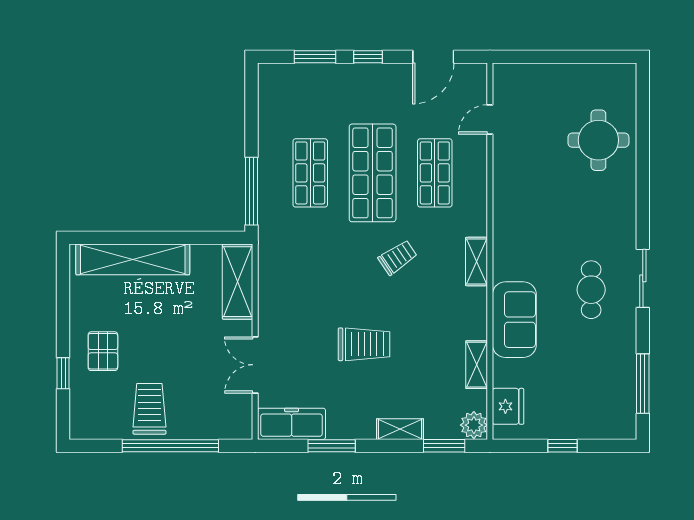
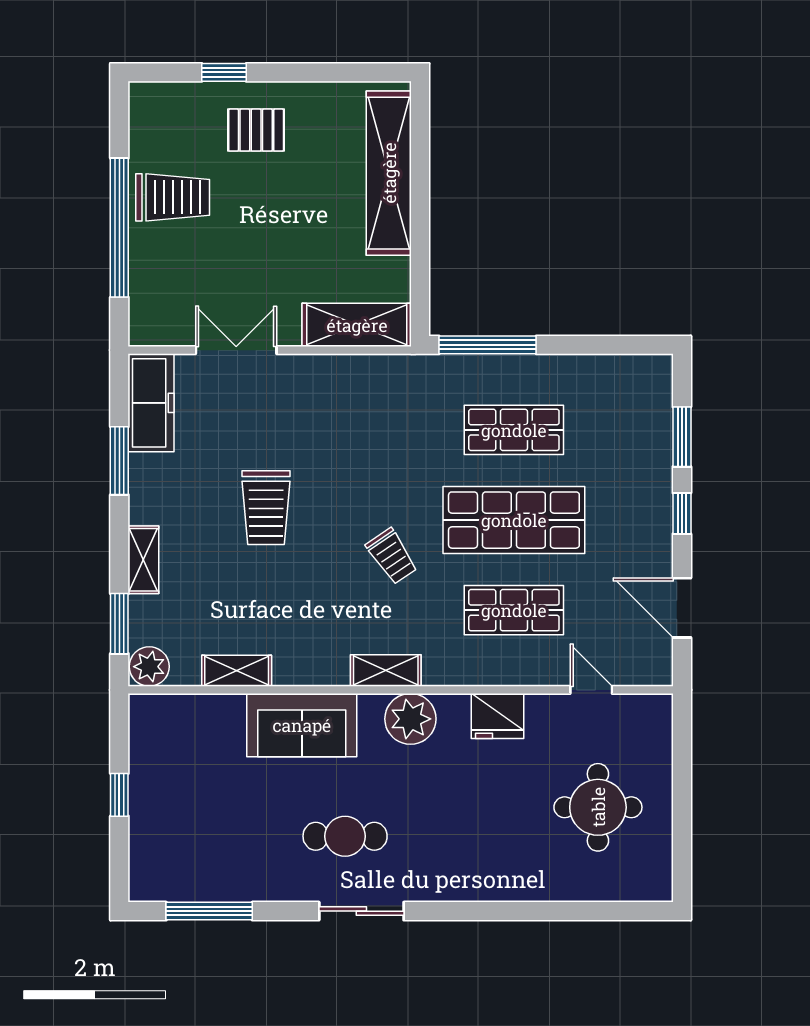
round table: (598, 140) -> (598, 807), moved
plant: (510, 244) -> (410, 719), added
fridge: (508, 406) -> (498, 716), moved

